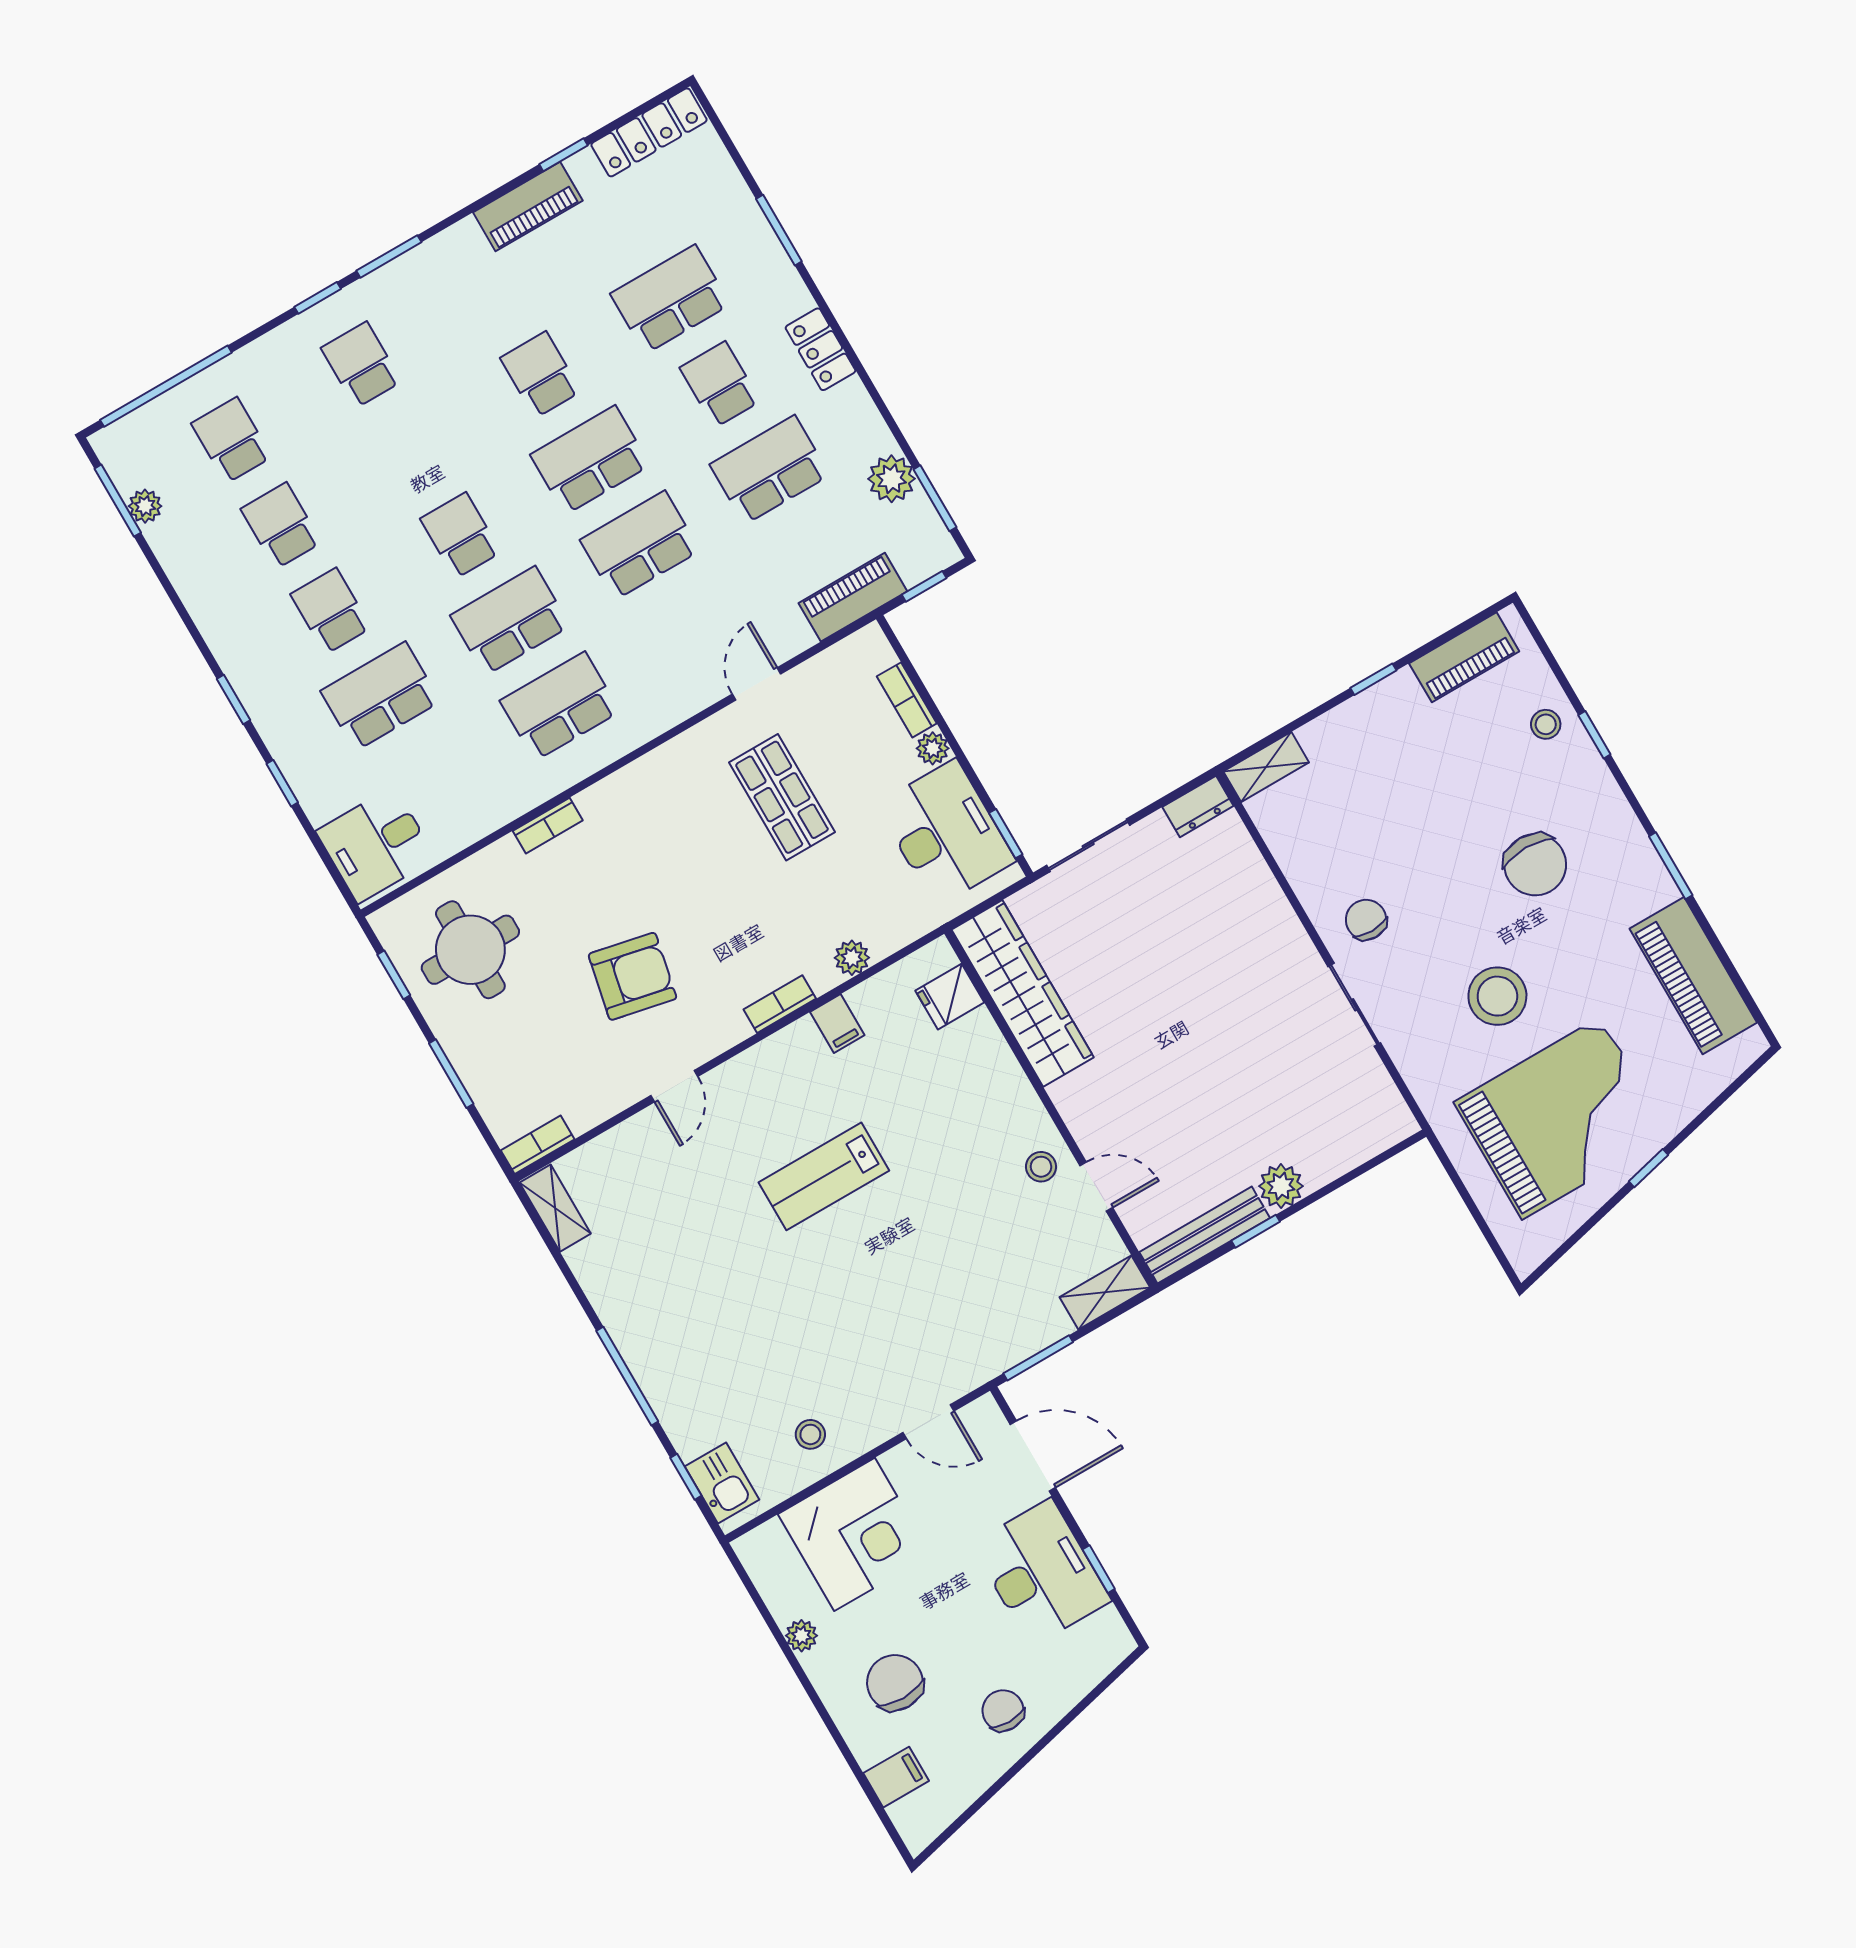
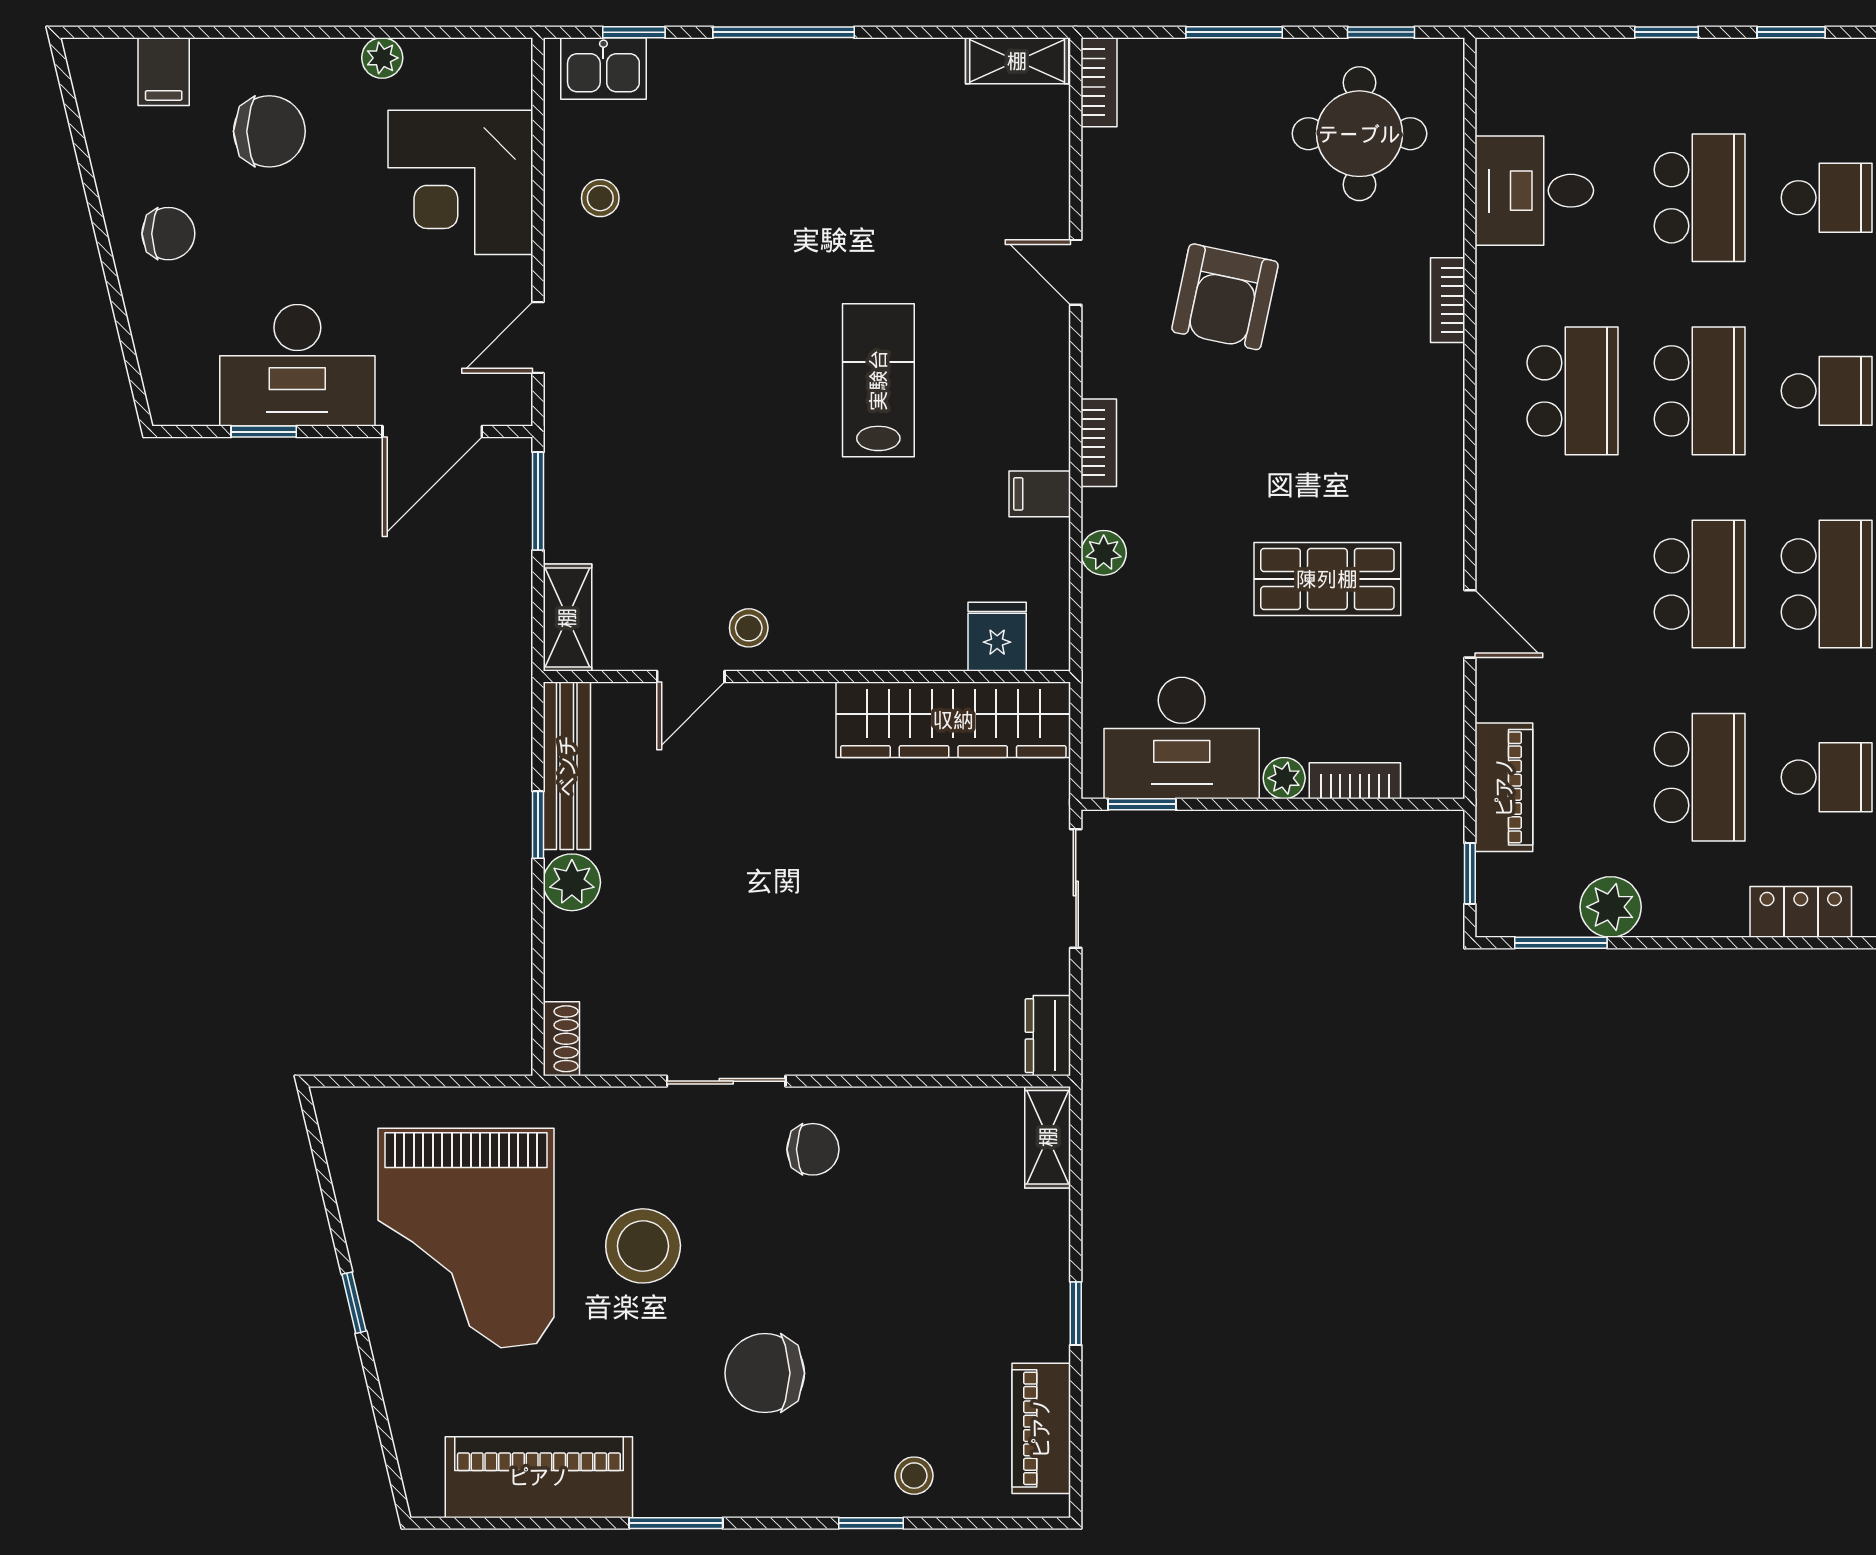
desk: (376, 845) -> (1534, 191), moved, turned -90
shoe rack: (1390, 1132) -> (561, 1039), added

